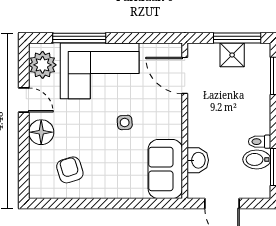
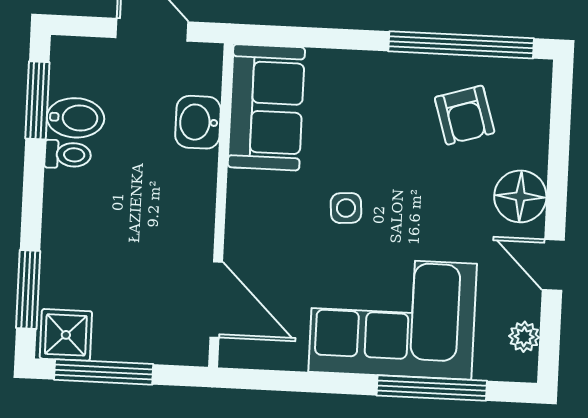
shower: (232, 55) -> (66, 335), moved
plant: (43, 65) -> (524, 337), width x0.53, depth x0.53
window: (73, 204) -> (461, 45), added

